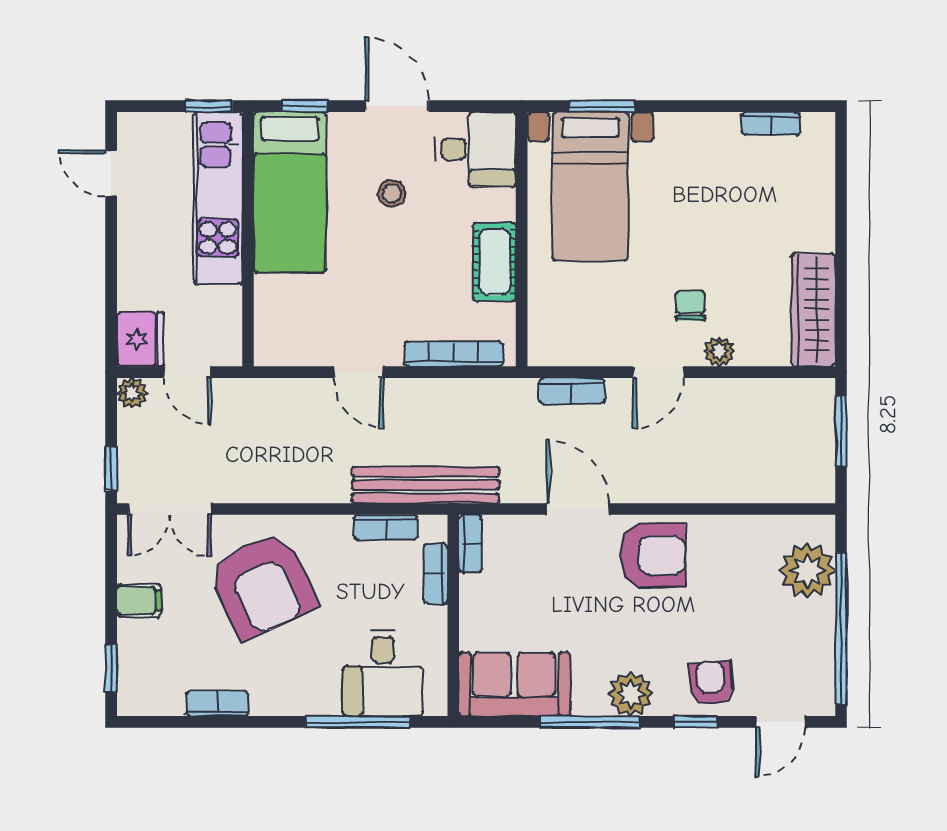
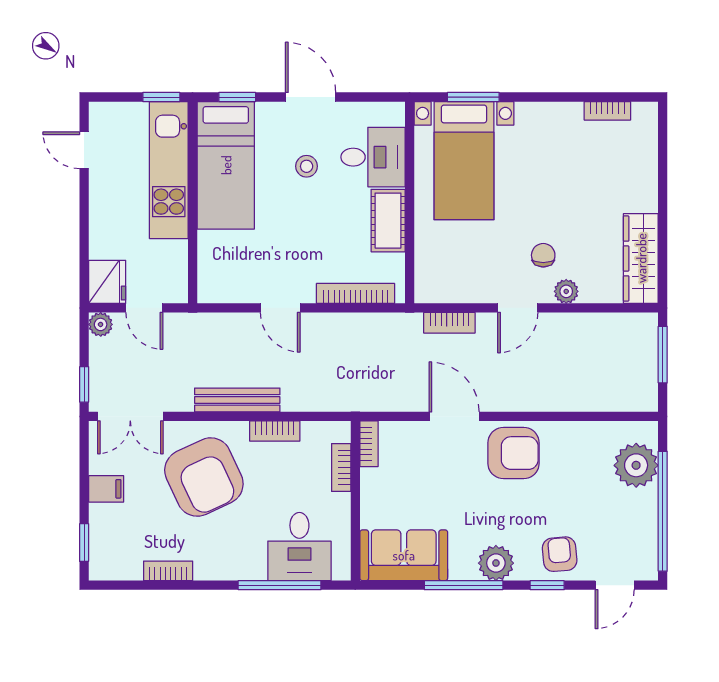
desk: (476, 149) -> (373, 157), moved
bench: (425, 485) -> (237, 400), moved, width x0.73, depth x0.82
bookcase: (386, 527) -> (275, 431), moved

